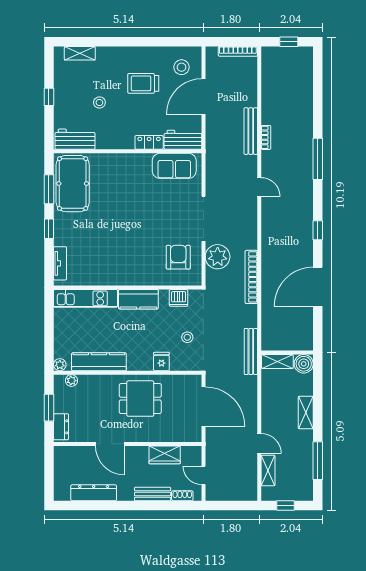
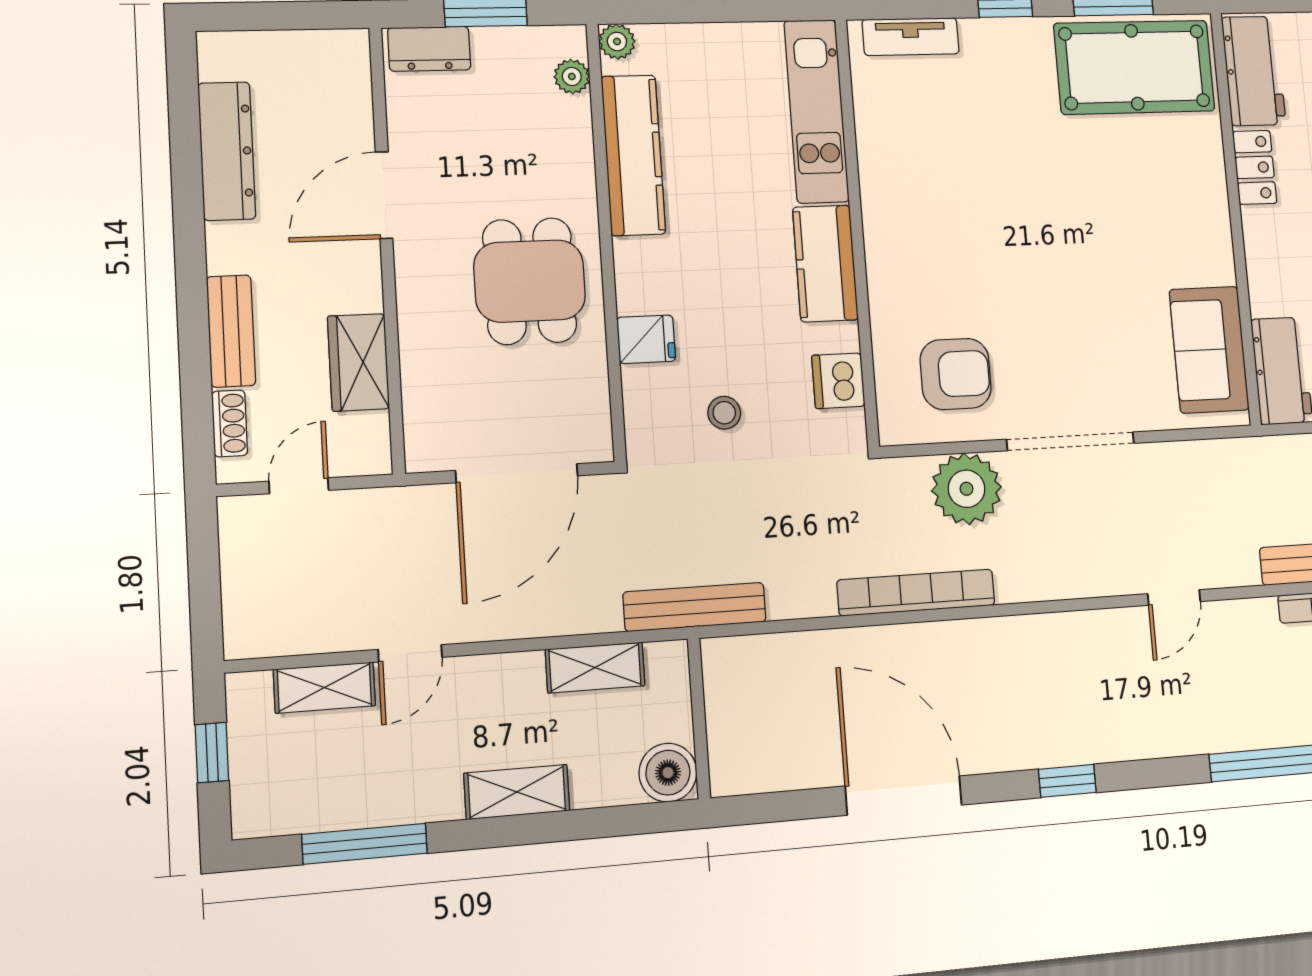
locker: (149, 142) -> (1255, 167), moved
shelving: (277, 361) -> (595, 668), moved, turned 90

